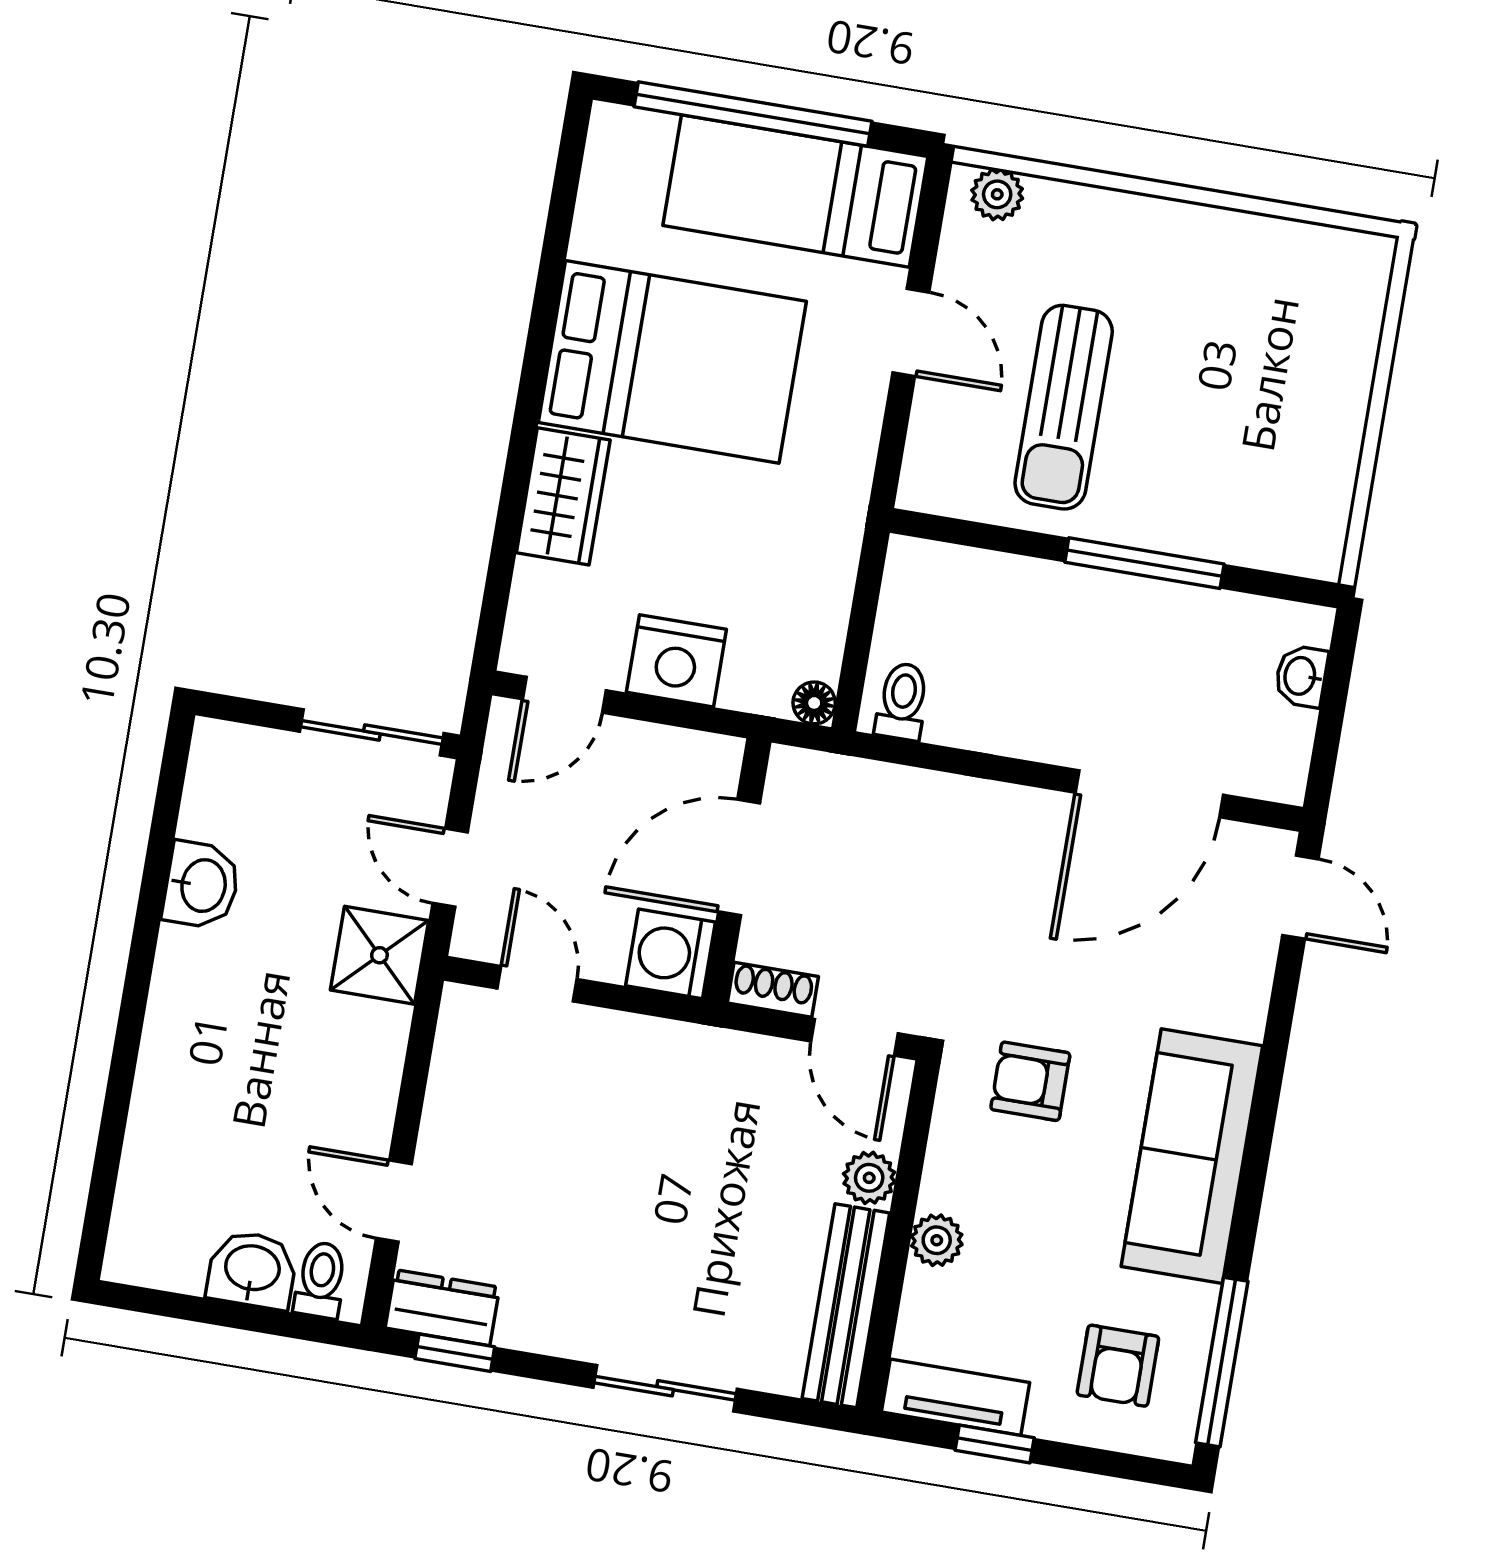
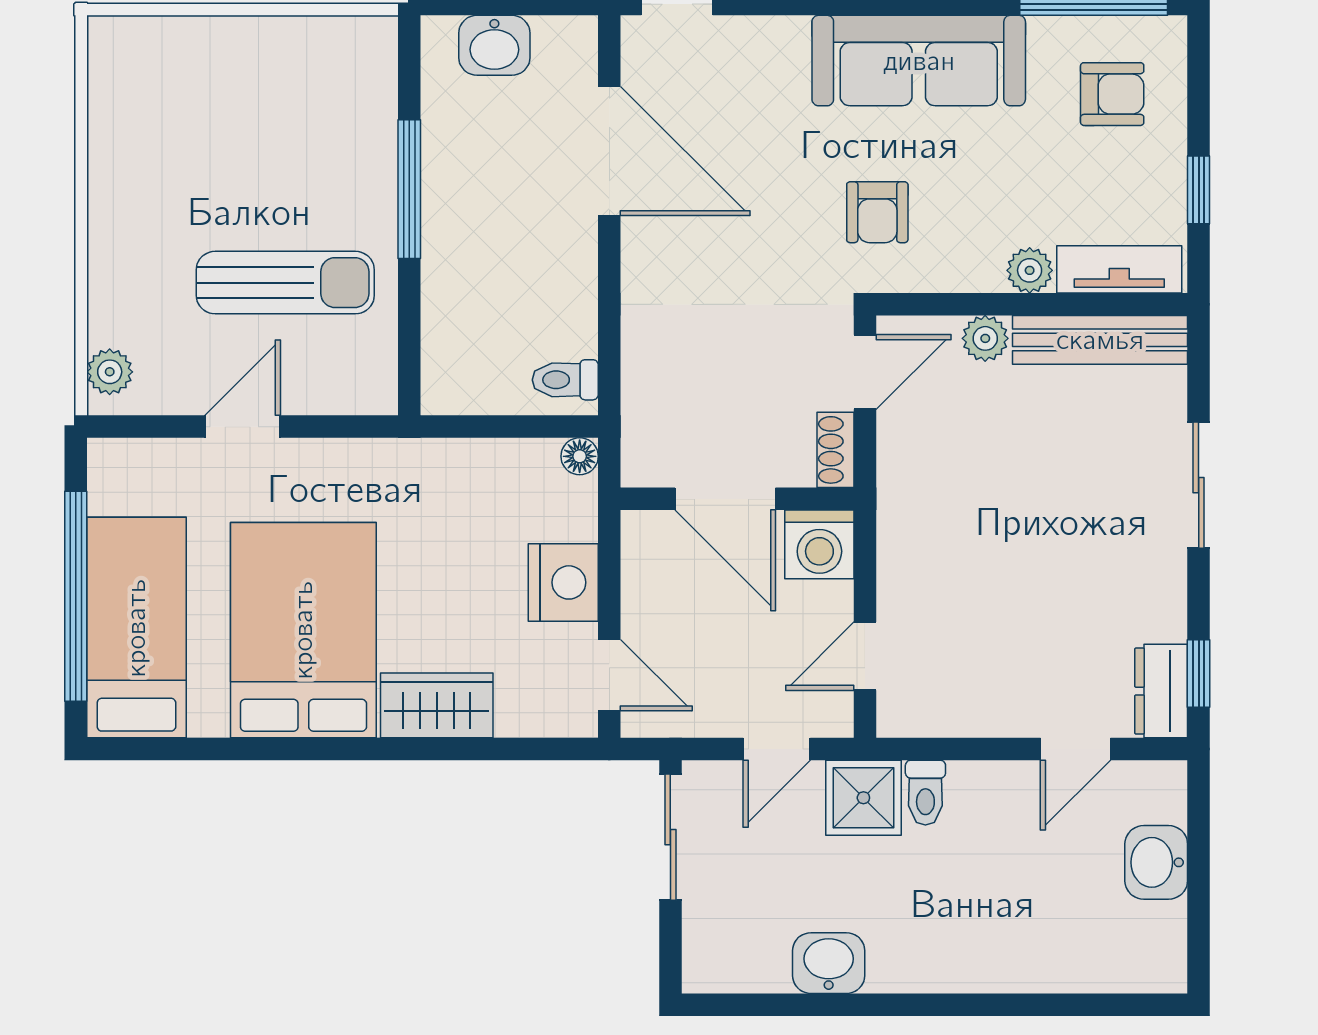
bed: (795, 191) -> (136, 628), moved, turned 180
washbasin: (1301, 676) -> (494, 45), width x1.38, depth x1.45
toilet: (321, 1280) -> (925, 793), moved, turned -90
tv unit: (956, 1397) -> (1119, 269), moved, turned 90

